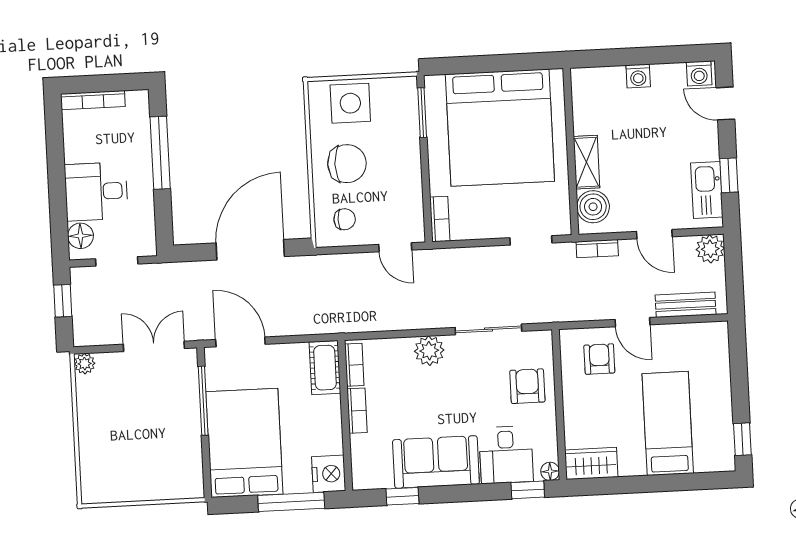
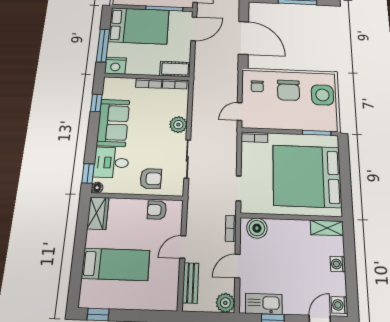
shelving: (586, 162) -> (327, 228), moved
armchair: (599, 359) -> (157, 210), moved, turned 180

